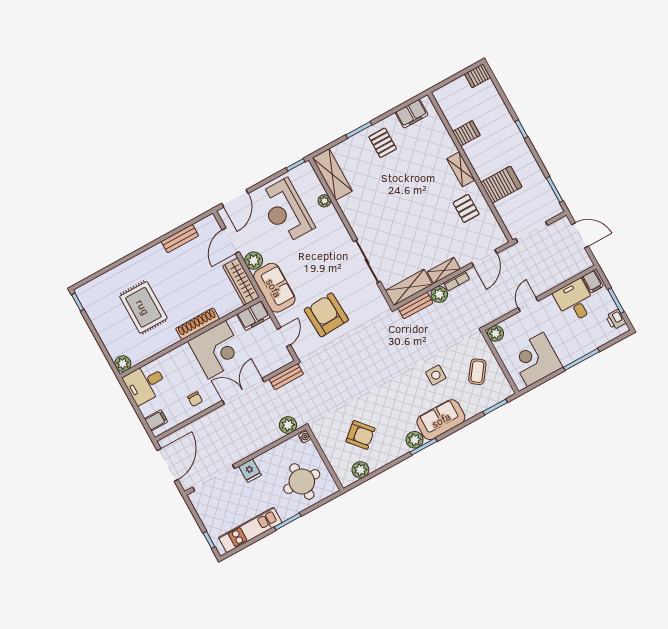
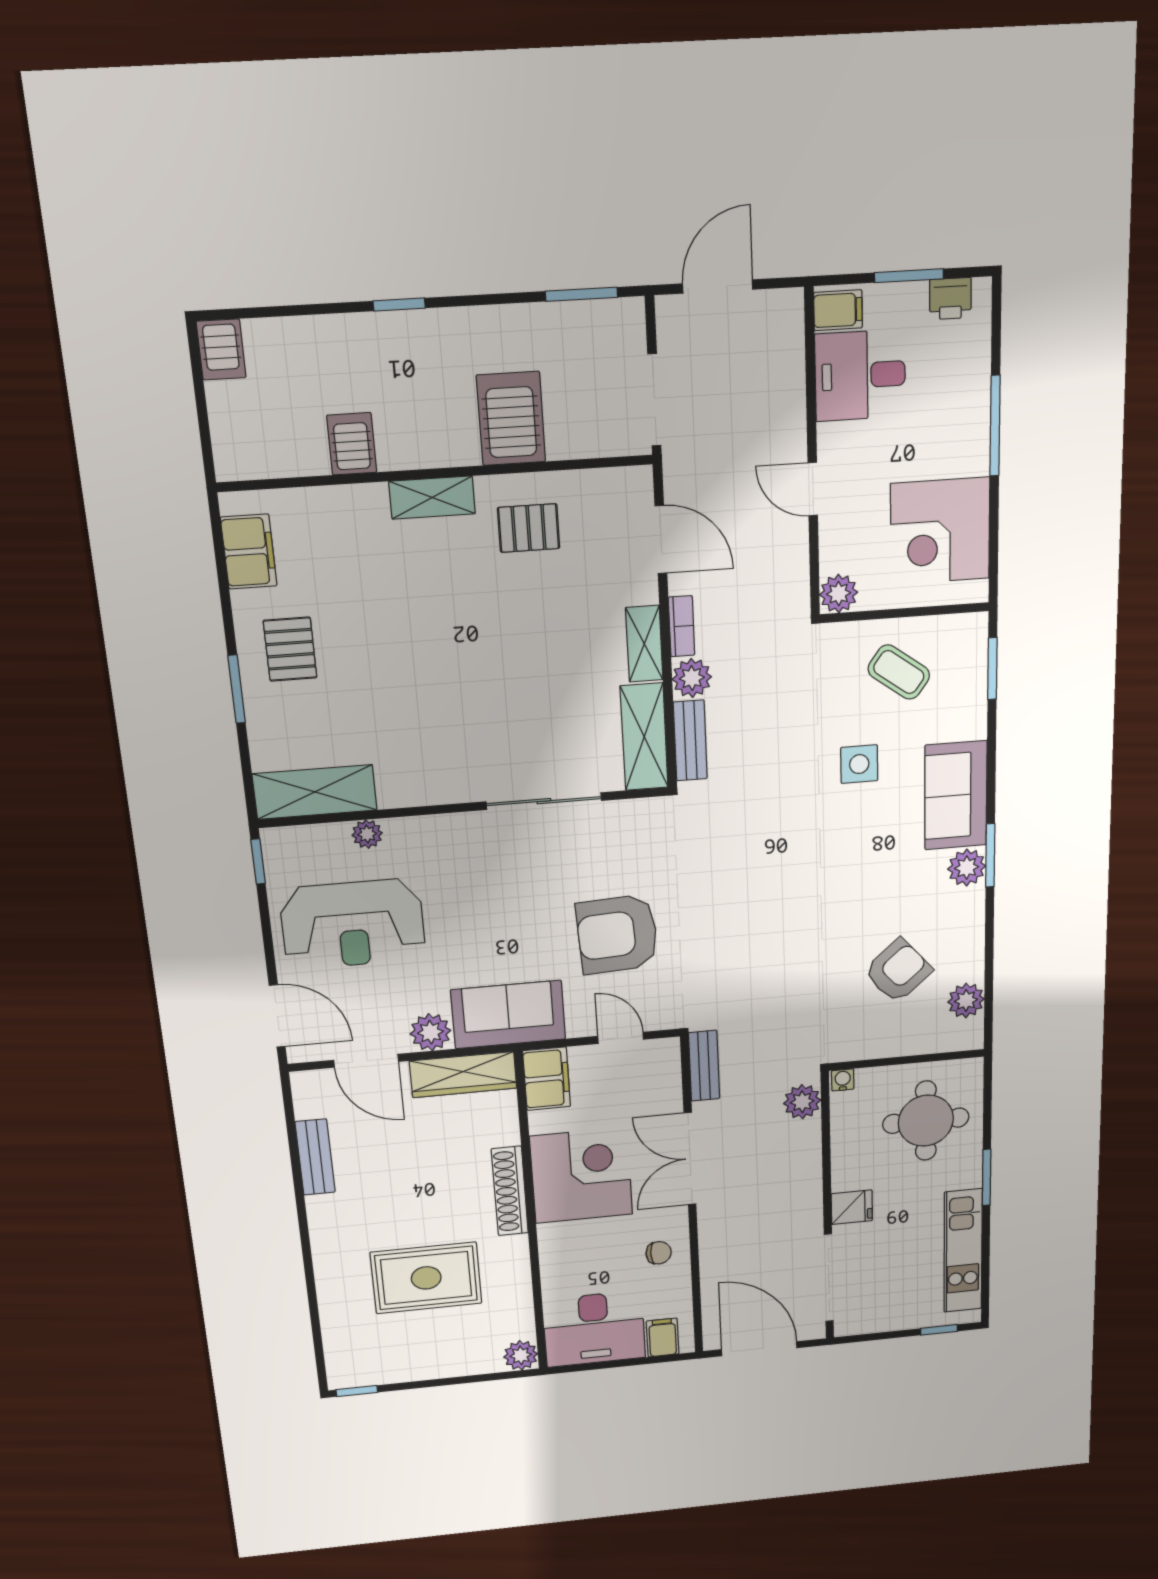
pallet: (383, 143) -> (290, 649), turned 90
desk: (145, 383) -> (594, 1329), width x1.37

